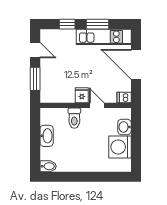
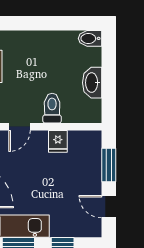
fridge: (82, 95) -> (58, 141), moved
door: (97, 105) -> (20, 127), hinge flipped

